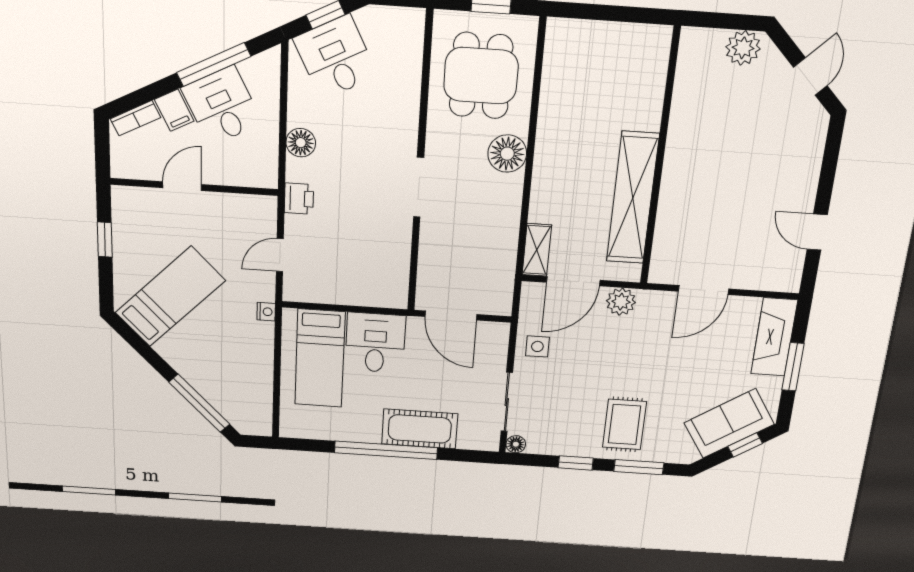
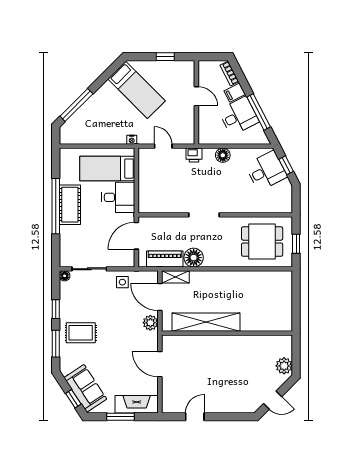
floor lamp: (507, 154) -> (194, 258), moved
piano: (500, 267) -> (165, 259), added
cot: (420, 429) -> (70, 205), moved

